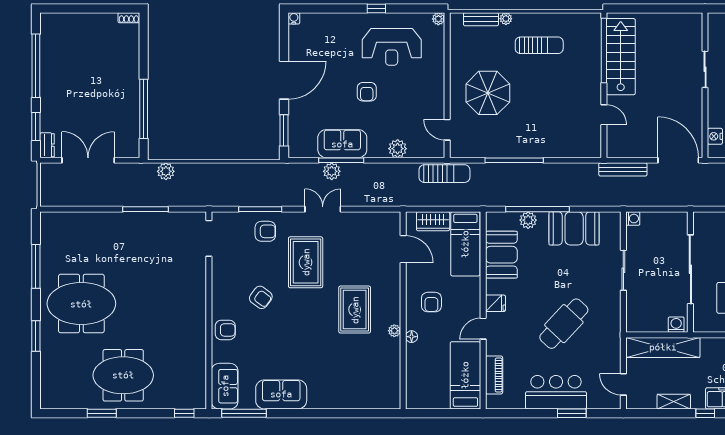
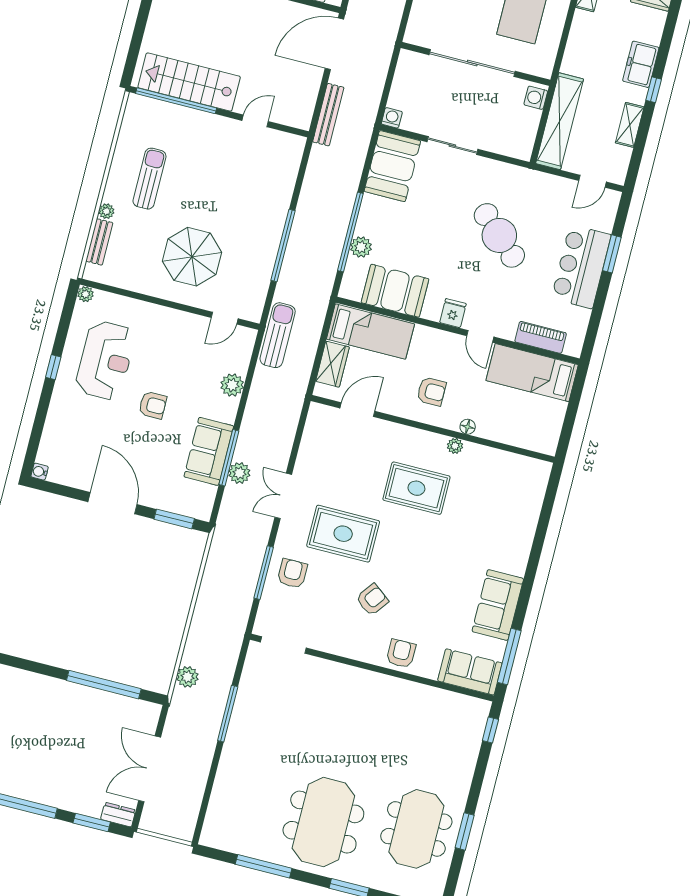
booth: (574, 228) -> (392, 166), moved
meeting table: (123, 375) -> (416, 829), moved

